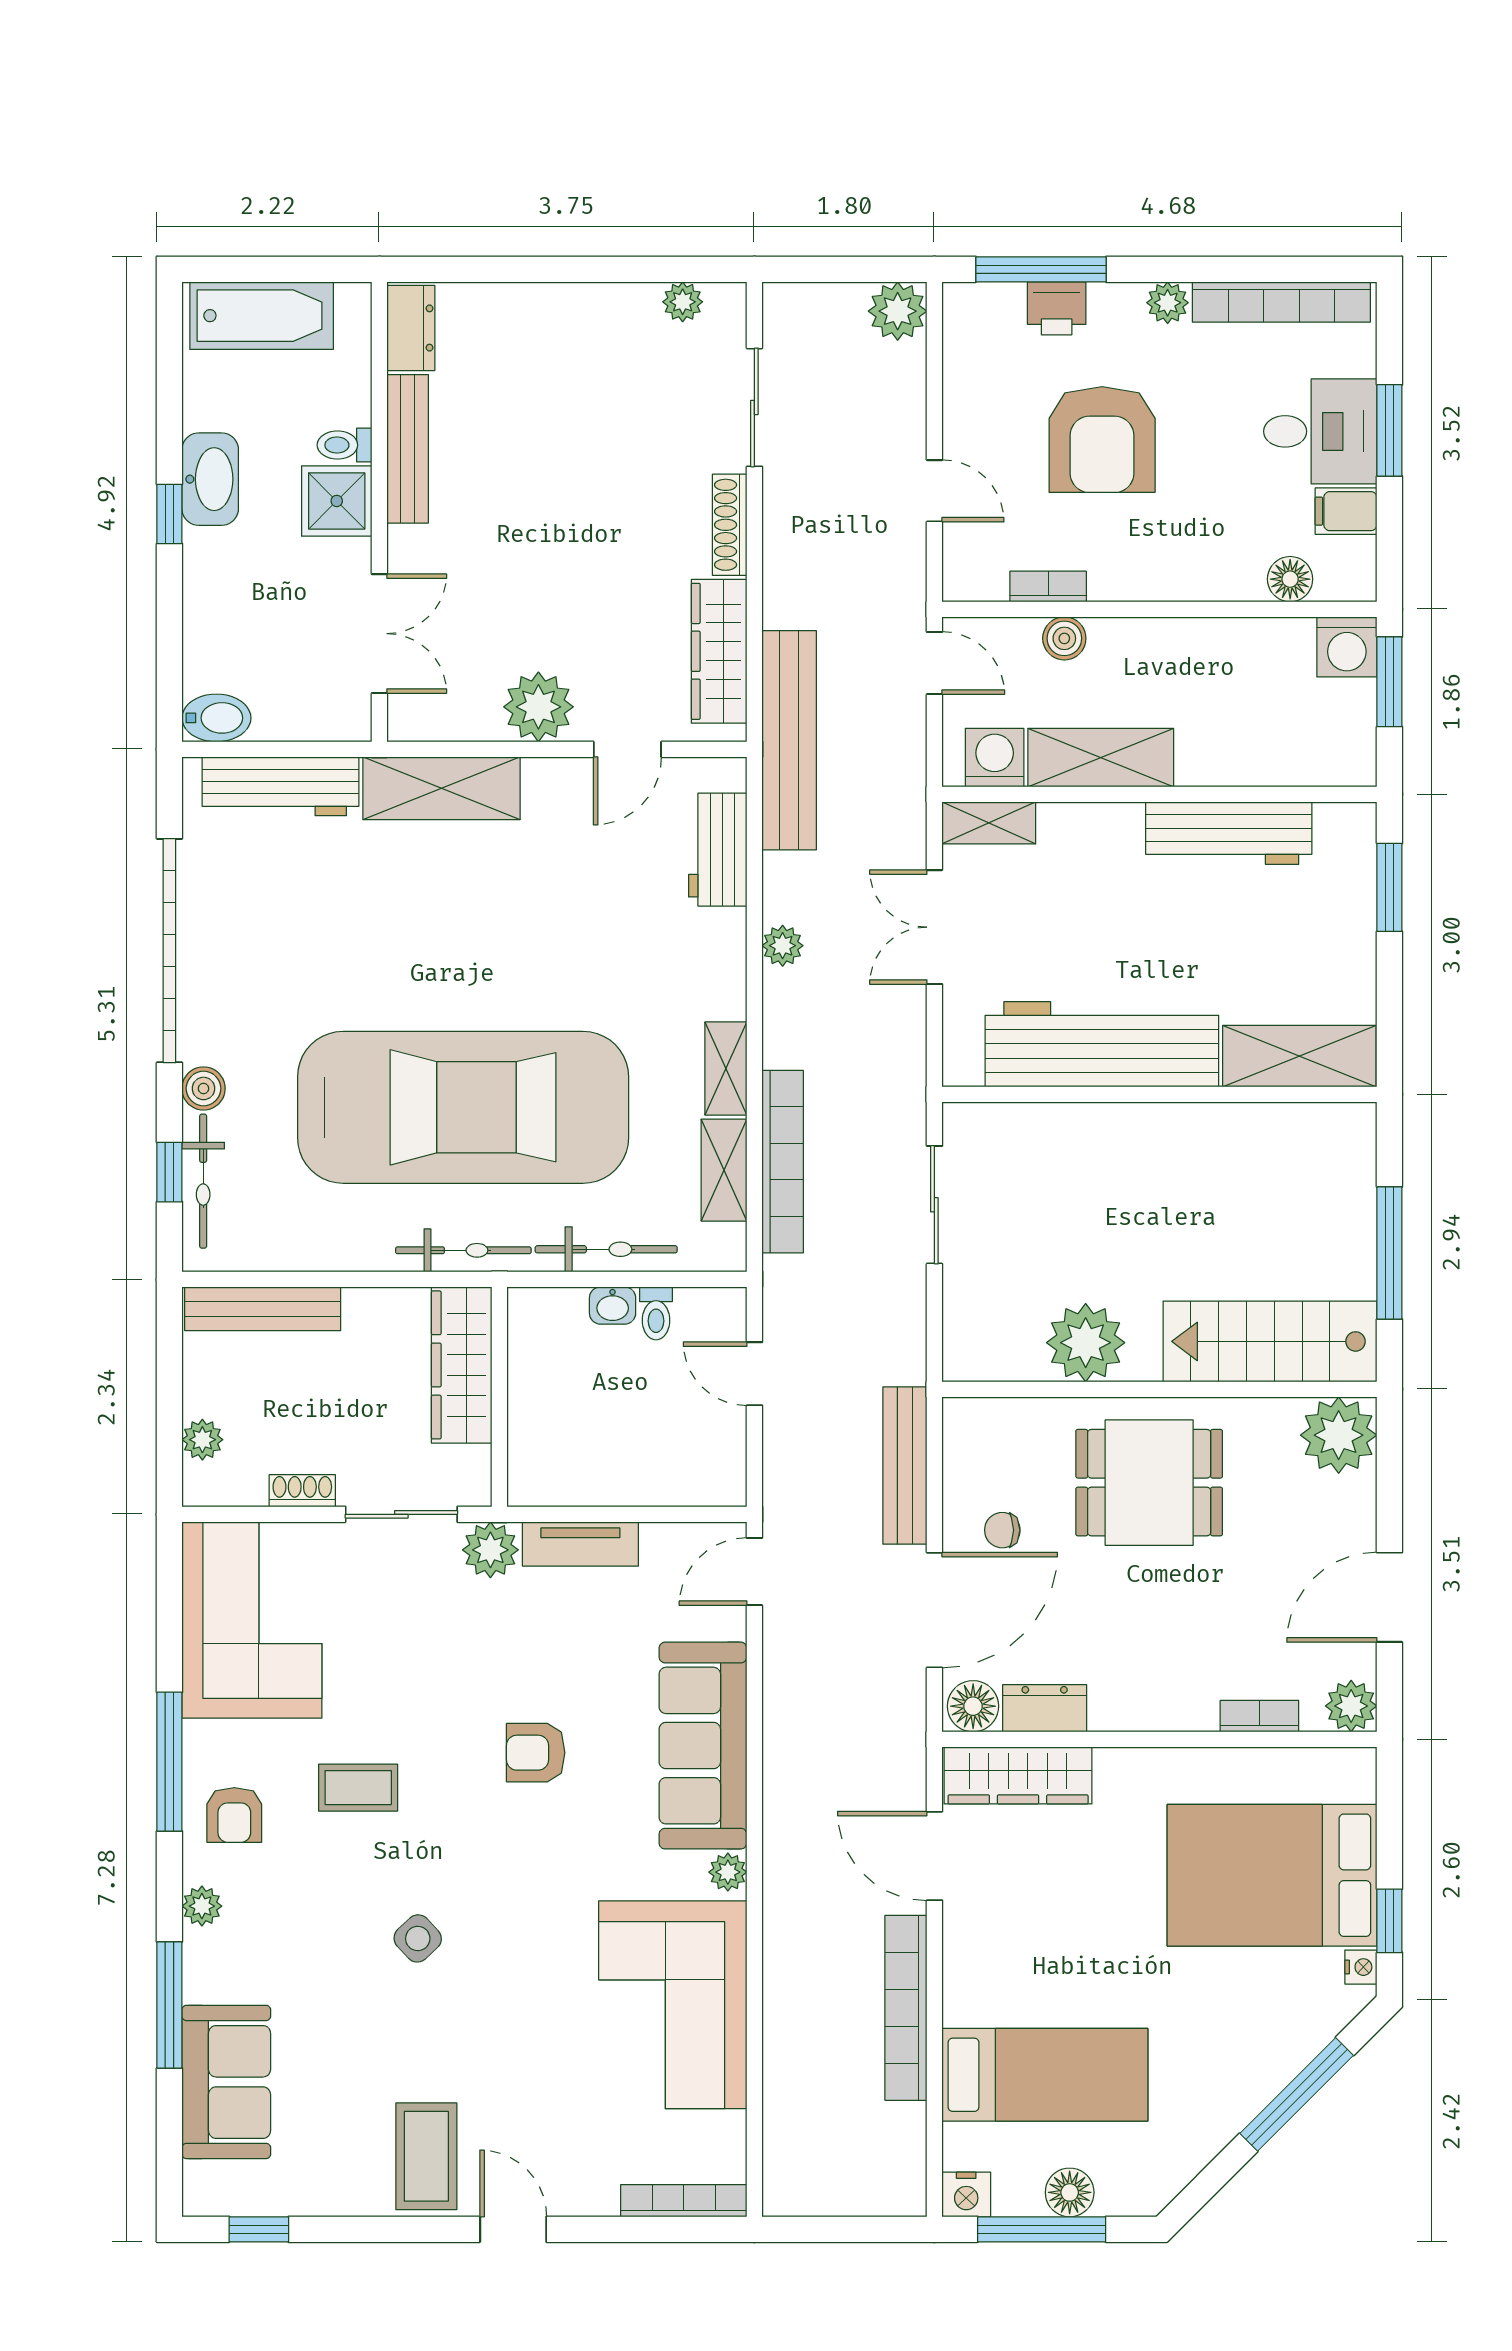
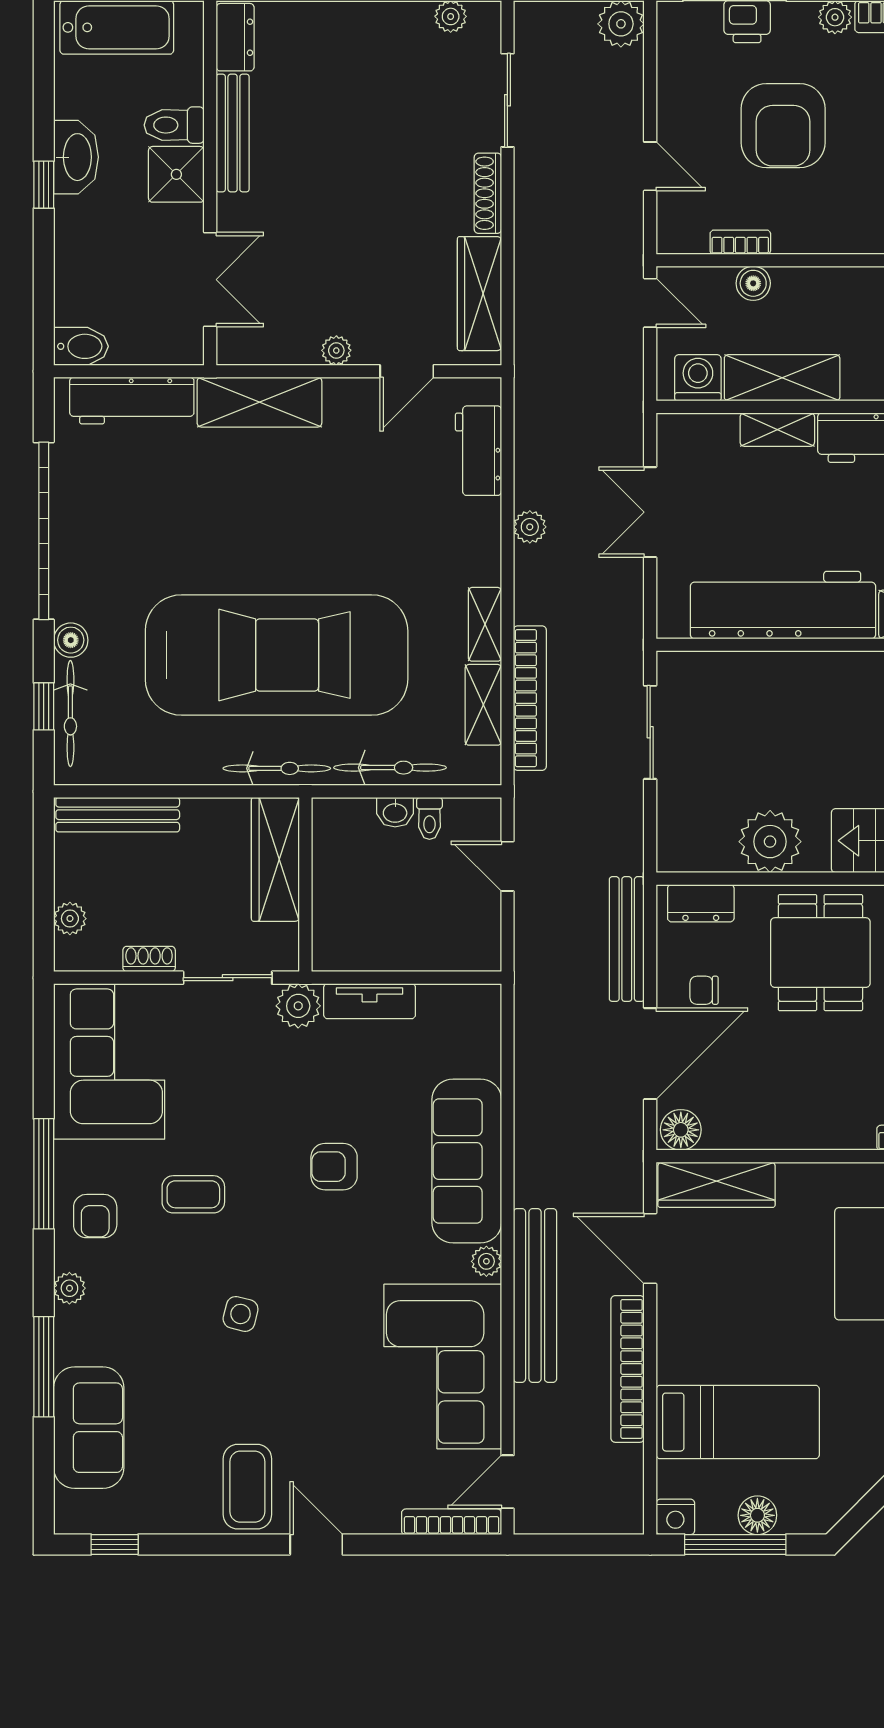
toilet: (345, 445) -> (174, 125), width x1.37, depth x1.39
plant: (538, 707) -> (336, 350), width x0.53, depth x0.53
bench: (789, 740) -> (535, 1295), moved
shelving: (989, 823) -> (777, 430), moved
dining table: (1149, 1483) -> (820, 953), turned 90
door: (754, 1572) -> (507, 1482), moved
dresser: (1045, 1708) -> (701, 903), moved, turned 180
side table: (418, 1938) -> (241, 1314), turned -33

